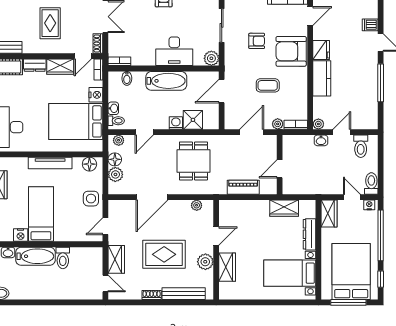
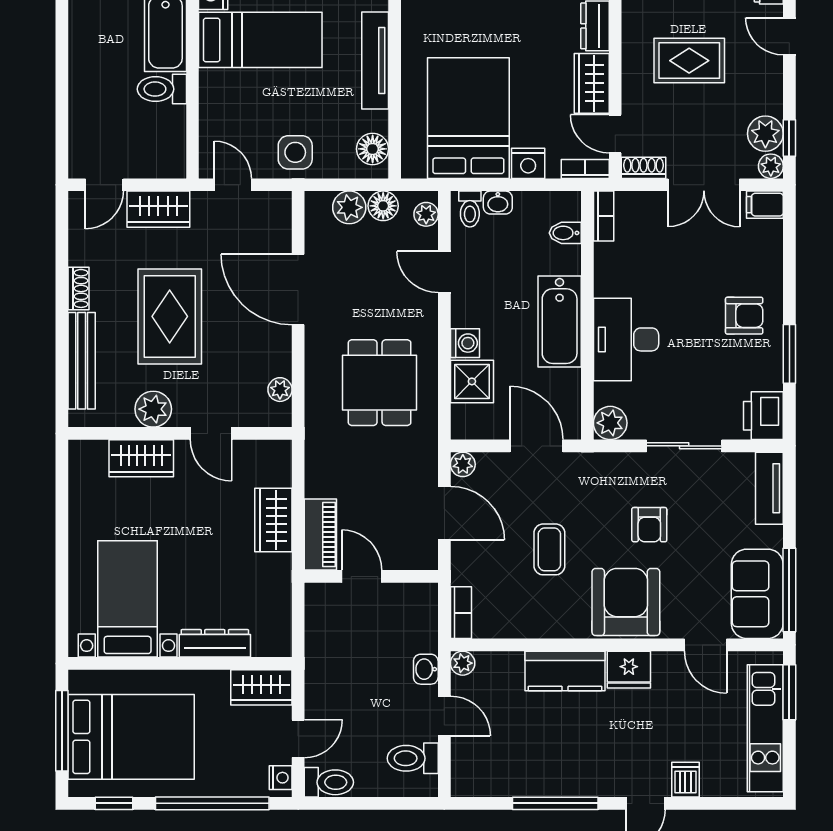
plant: (278, 124) -> (463, 464), moved
dining table: (193, 161) -> (380, 383), turned 90
piano: (243, 187) -> (320, 534), moved
wardrobe: (284, 208) -> (273, 520), moved

